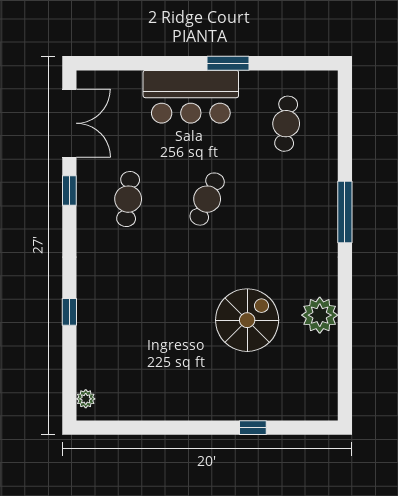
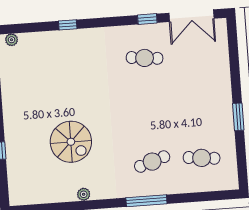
bar counter: (191, 97) -> (215, 94), removed
cafe table: (207, 199) -> (152, 162), moved, turned -42
plant: (320, 315) -> (84, 194), width x0.53, depth x0.53

